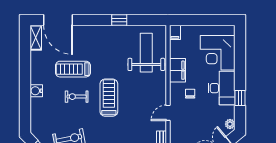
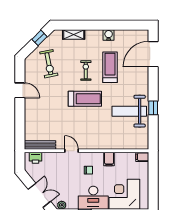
shelving: (36, 38) -> (74, 35), moved
weight bench: (146, 53) -> (129, 111), moved, turned 180
filing cabinet: (177, 70) -> (109, 159), width x0.50
water cooler: (36, 91) -> (109, 35), moved

